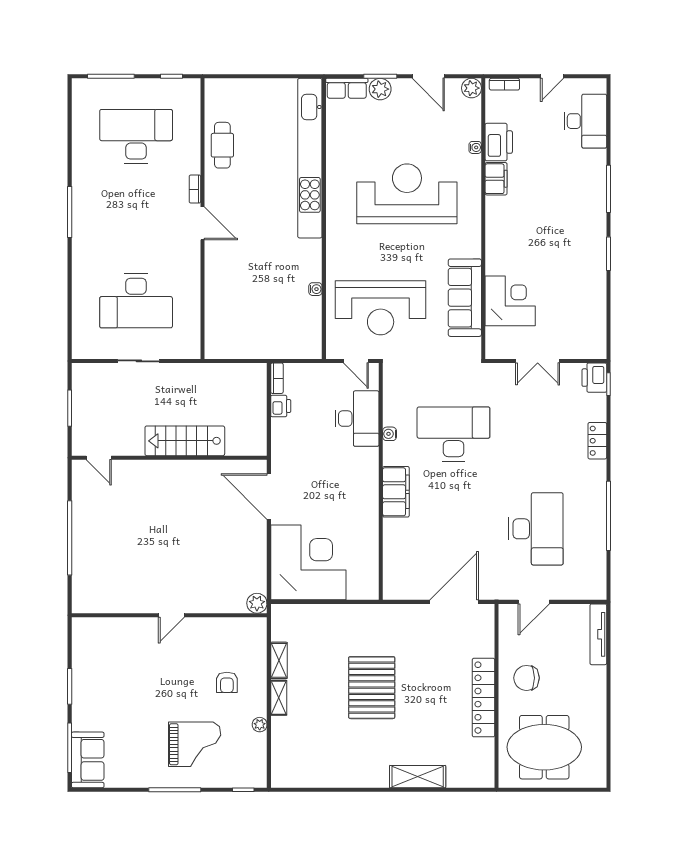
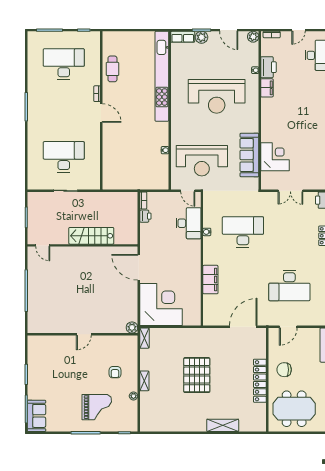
reception desk: (407, 194) -> (217, 96), turned 180
desk: (136, 301) -> (64, 157), turned 180
filing cabinet: (396, 492) -> (210, 280), moved
desk: (536, 529) -> (289, 285), turned 90
shelving: (279, 660) -> (144, 338), moved

